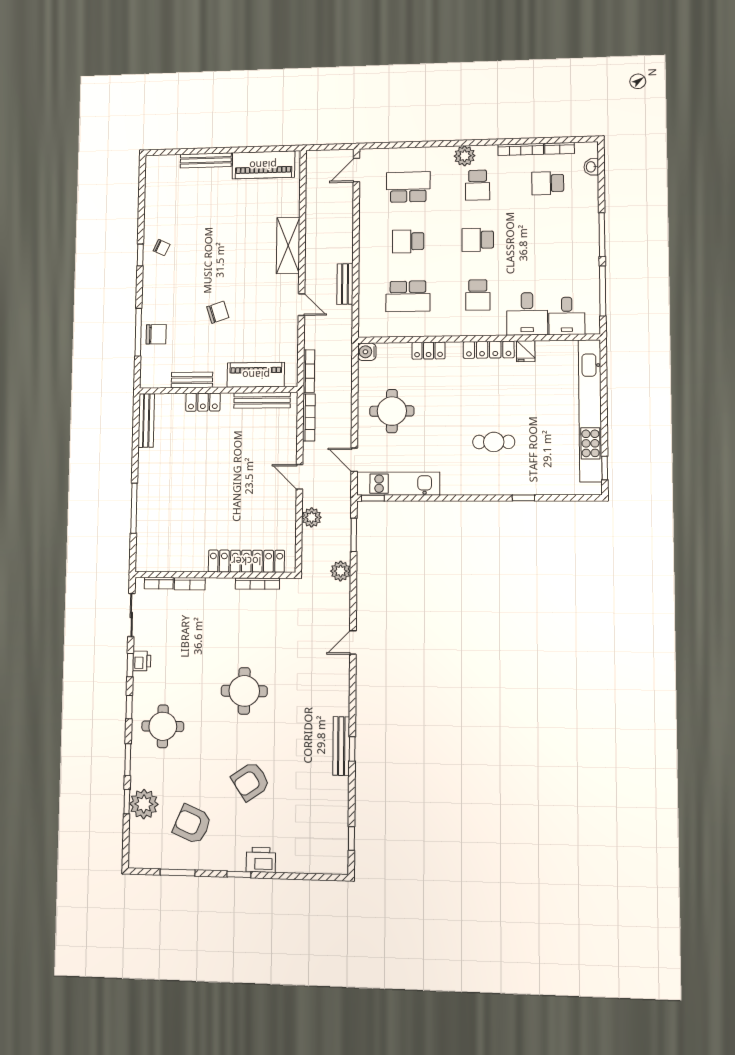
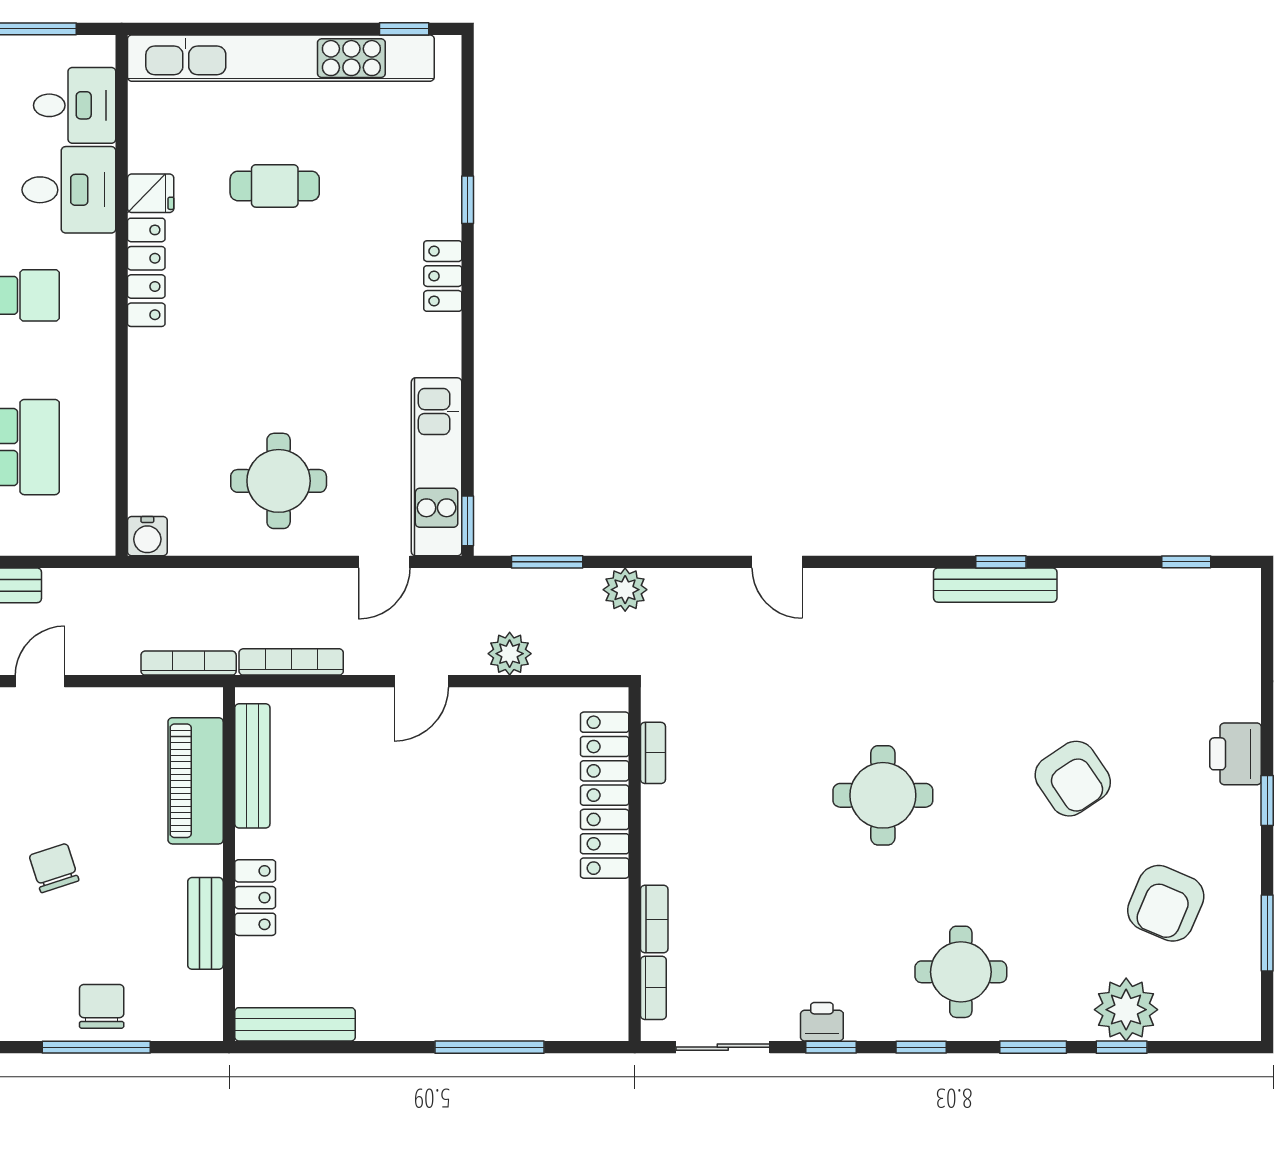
locker: (429, 351) -> (443, 276), moved, turned 180
cafe table: (494, 442) -> (275, 186), moved, turned 90
bookcase: (257, 584) -> (653, 753), width x0.64

